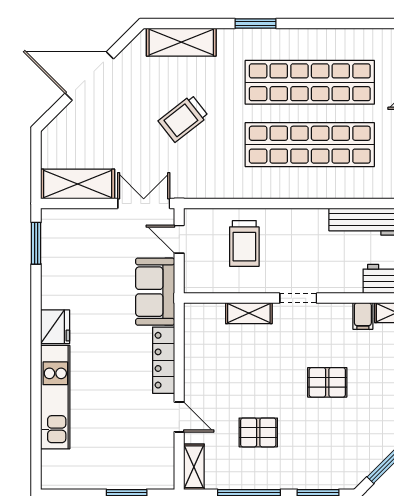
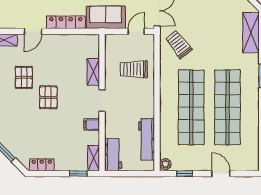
trolley: (183, 119) -> (179, 44), moved
filing cabinet: (363, 316) -> (92, 125), moved
pallet: (327, 382) -> (48, 97), moved

